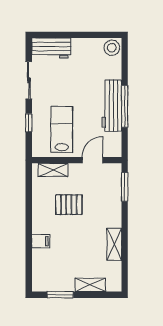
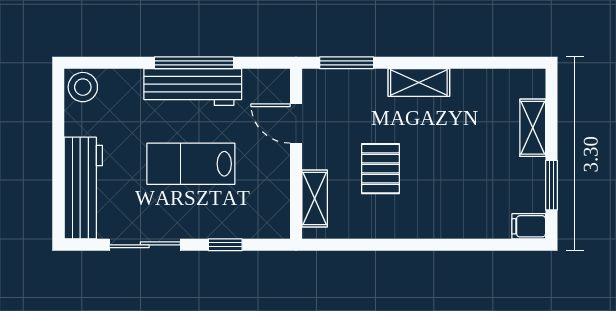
workbench: (51, 48) -> (83, 188), width x1.38
lab bench: (62, 130) -> (191, 164), moved
filing cabinet: (41, 241) -> (529, 226), moved, turned -90
shelving: (114, 244) -> (419, 83), moved

